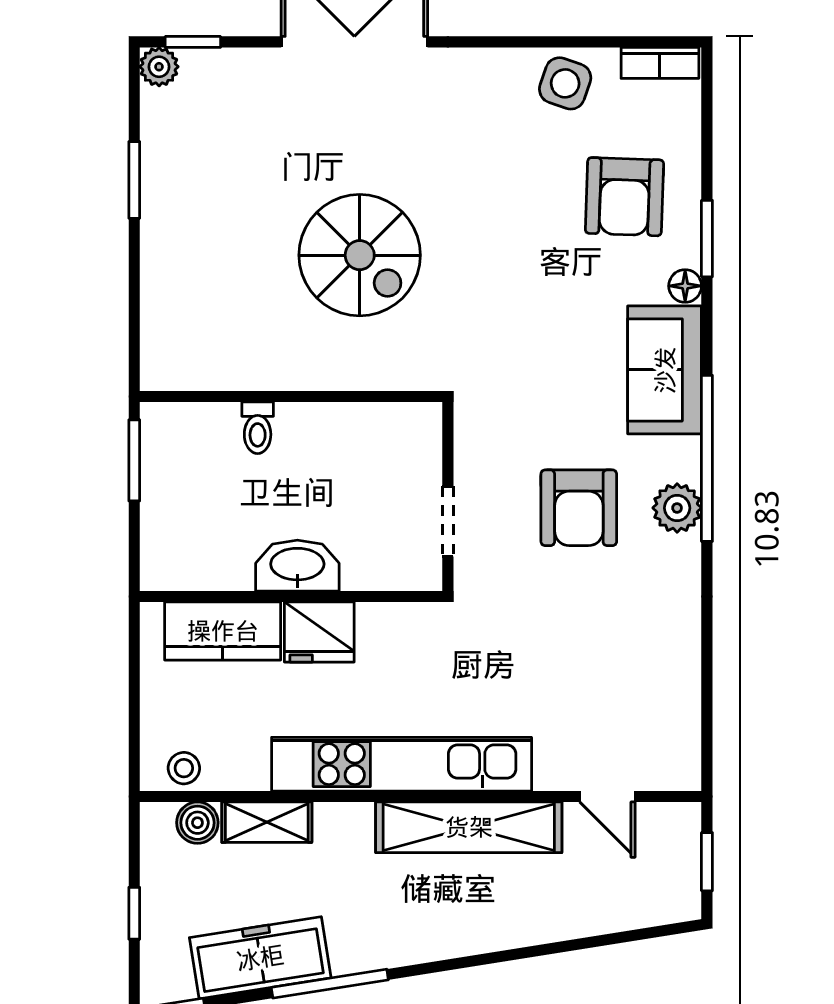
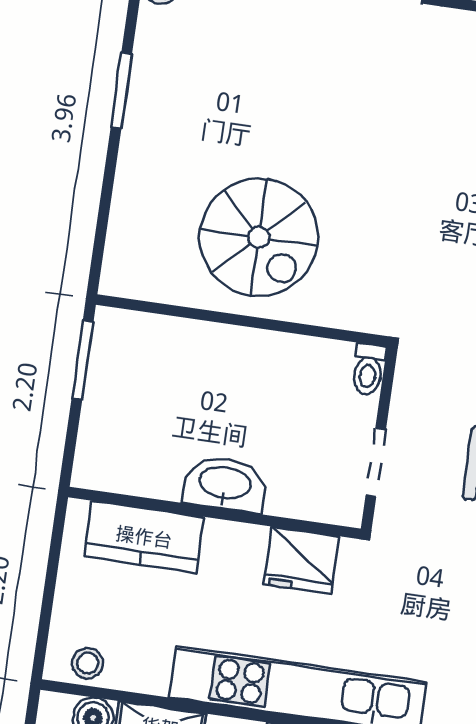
spiral stairs: (360, 255) -> (259, 237), moved
toilet: (258, 428) -> (368, 369), moved
fridge: (319, 632) -> (301, 560), moved

